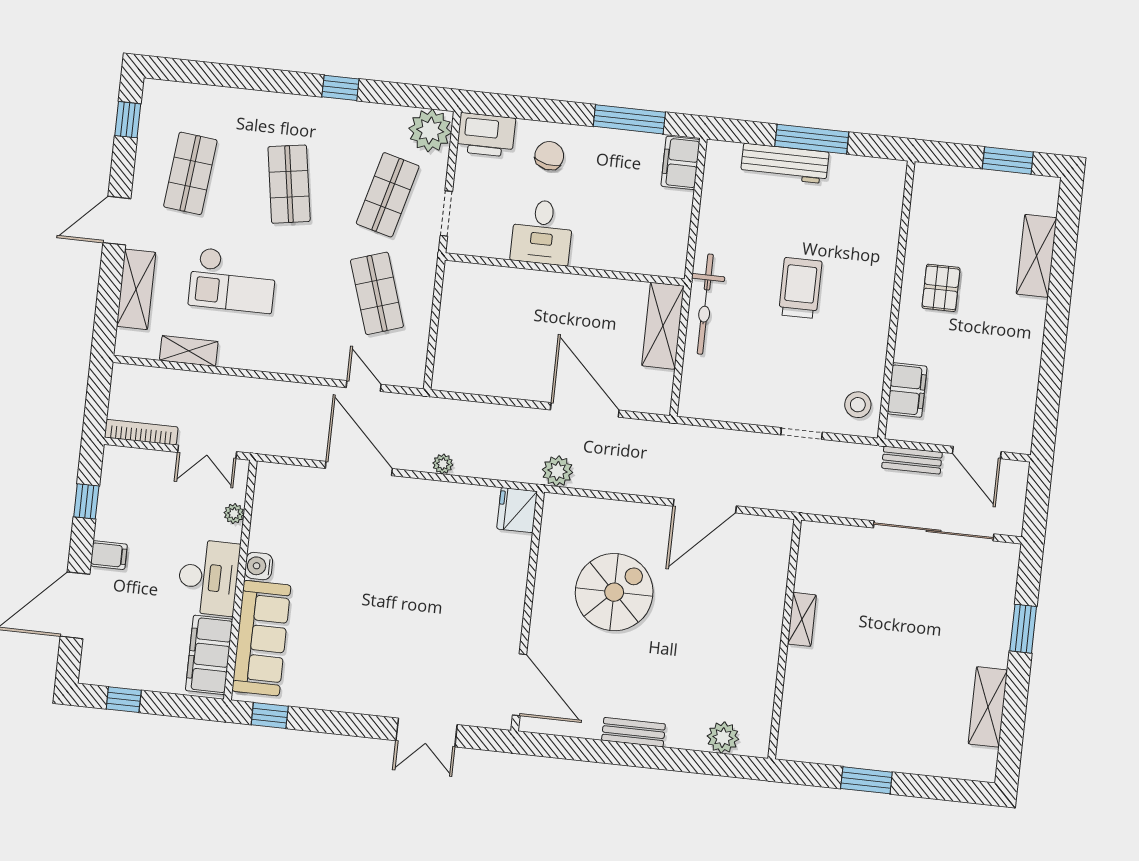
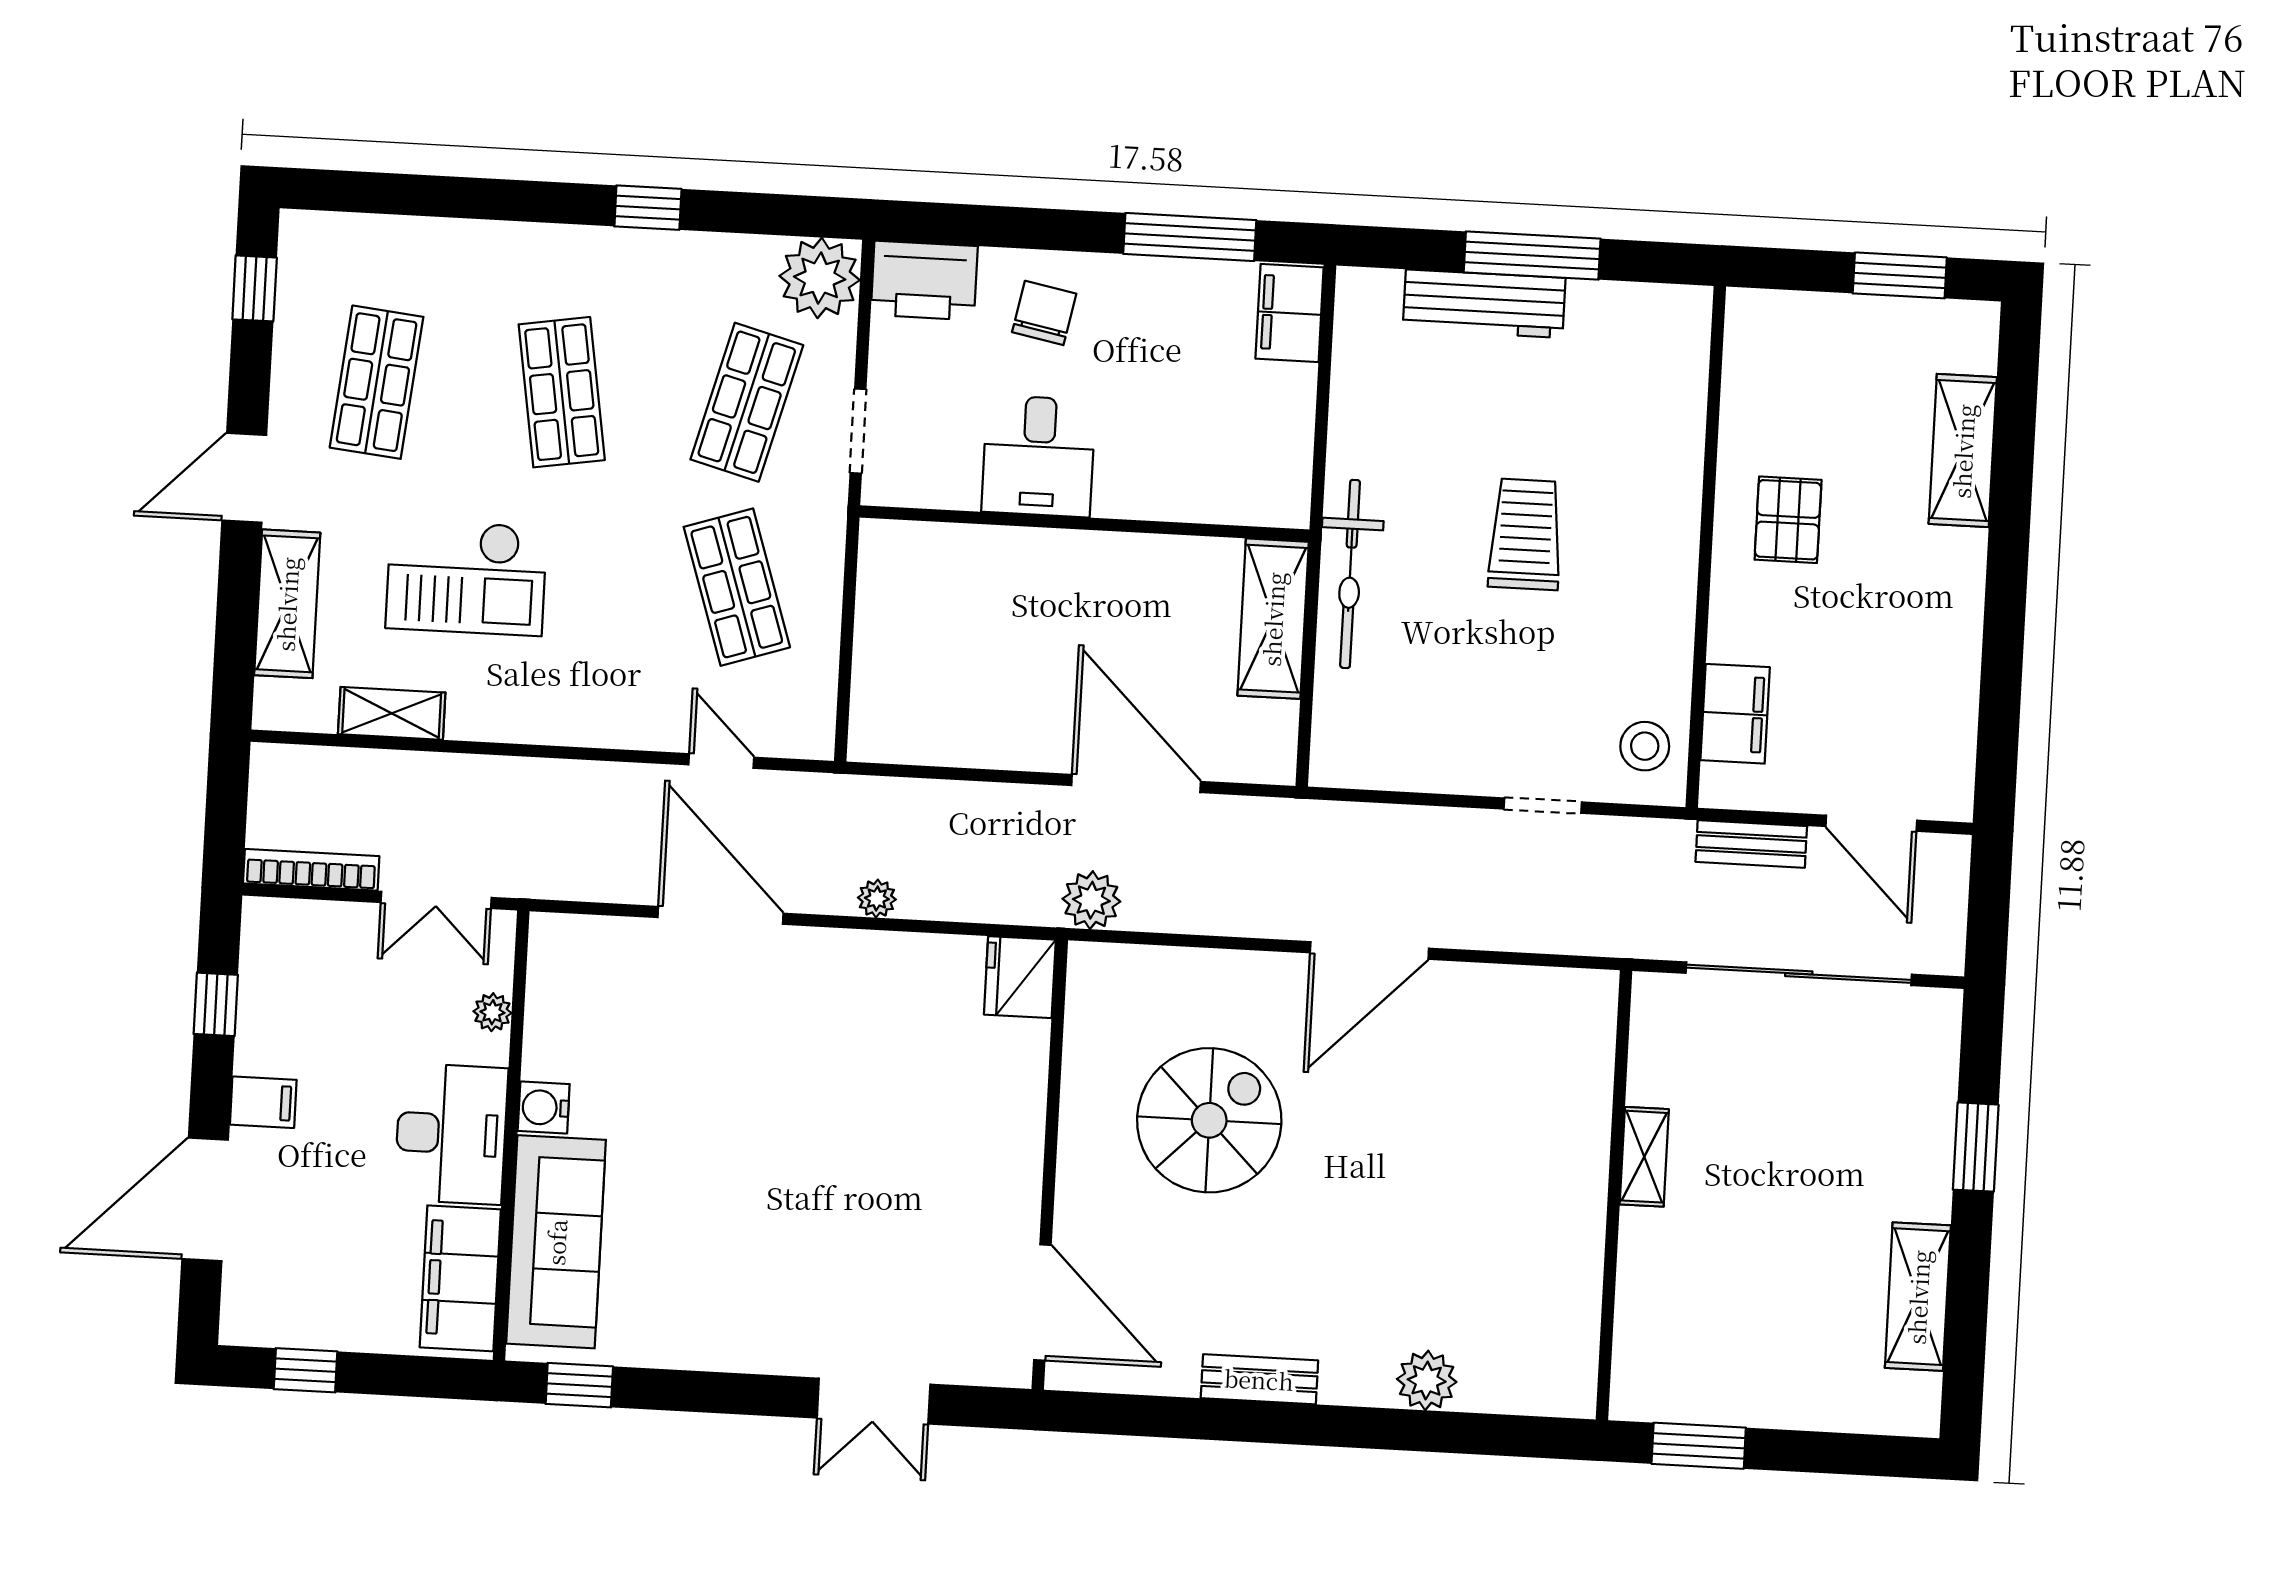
shelving: (802, 619) -> (1644, 1157), moved
wall: (785, 639) -> (1614, 1195), moved

